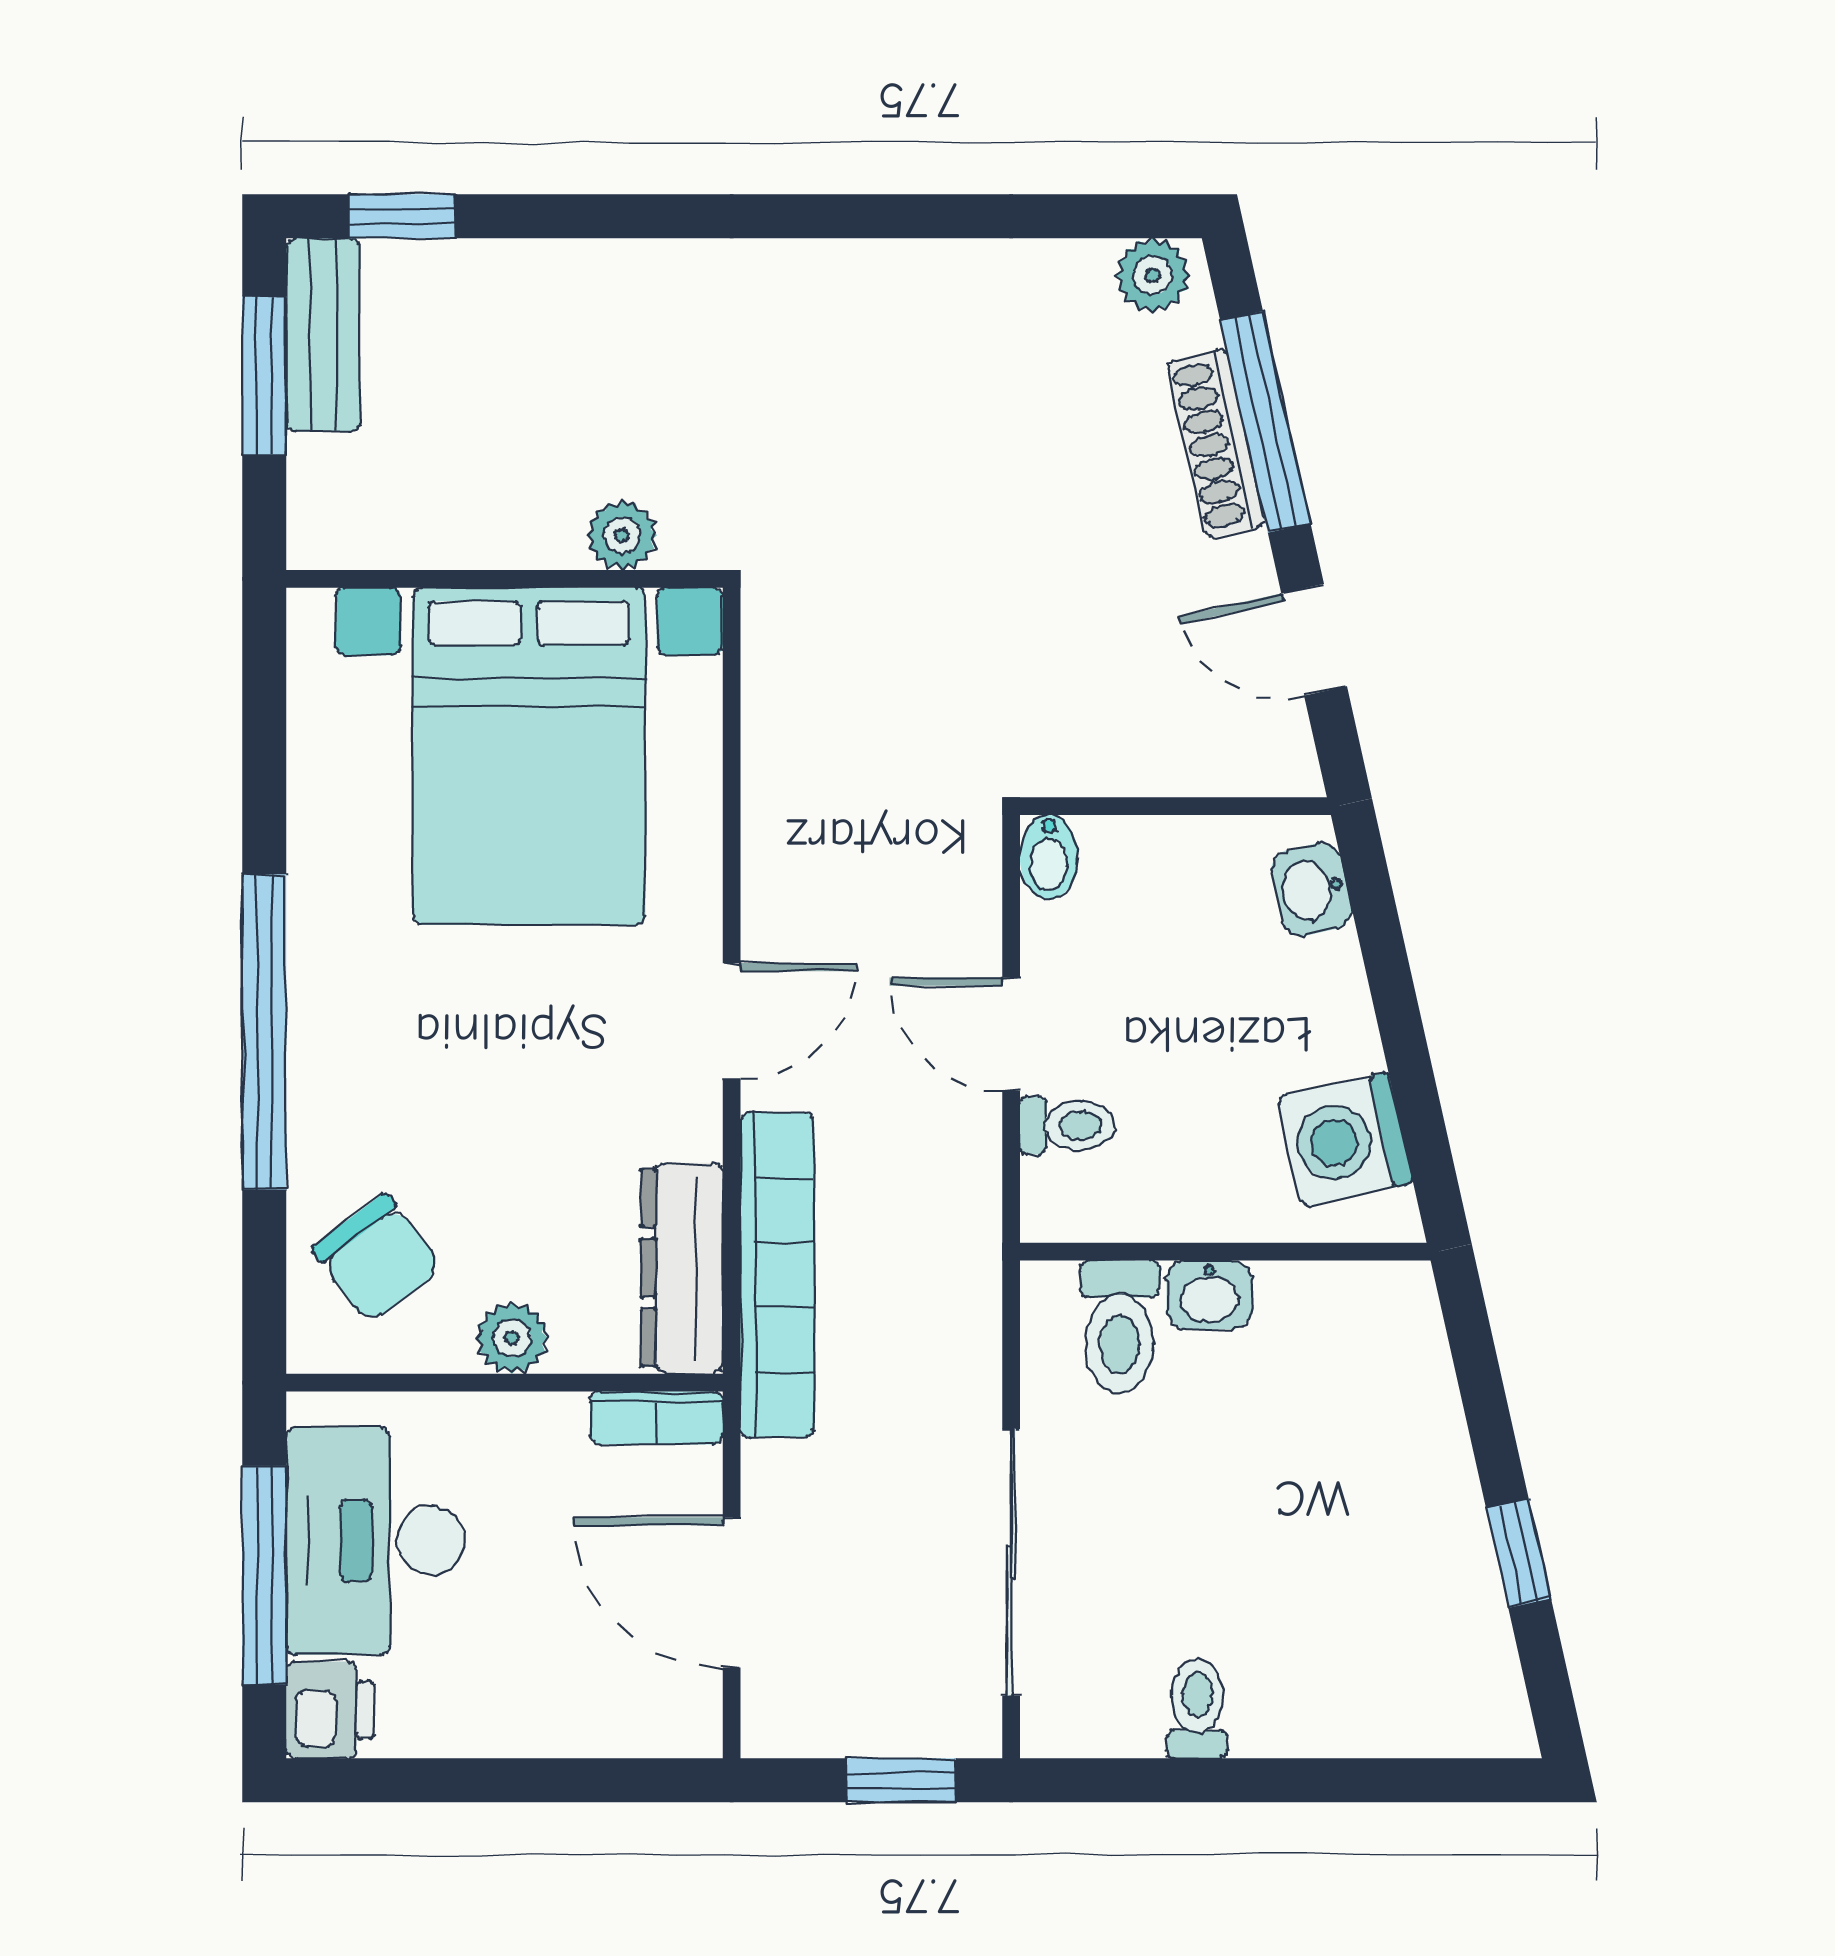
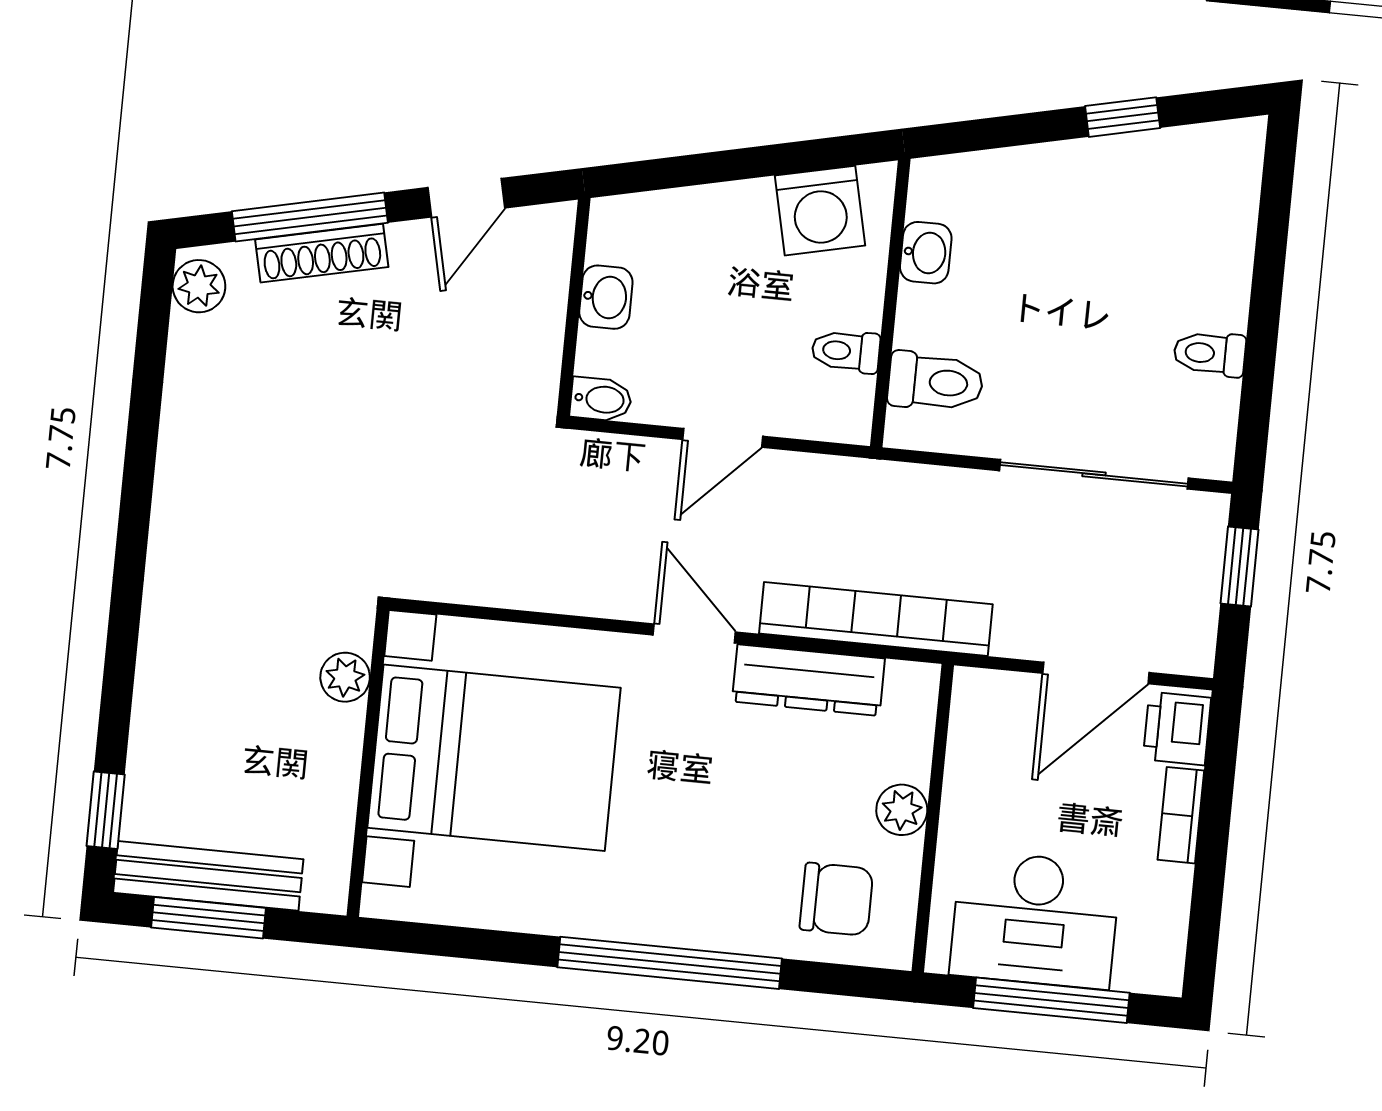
bench: (323, 335) -> (208, 876), width x1.36
washbasin: (1311, 890) -> (606, 297), moved, turned -77
toilet: (1067, 1125) -> (846, 351), moved, turned -90
chair: (377, 1258) -> (836, 899), turned 37
dresser: (682, 1268) -> (808, 680), moved
washbasin: (1209, 1295) -> (926, 253), moved
bookcase: (657, 1418) -> (1181, 815), moved, turned 180
printer: (330, 1710) -> (1177, 729), moved, turned -90

